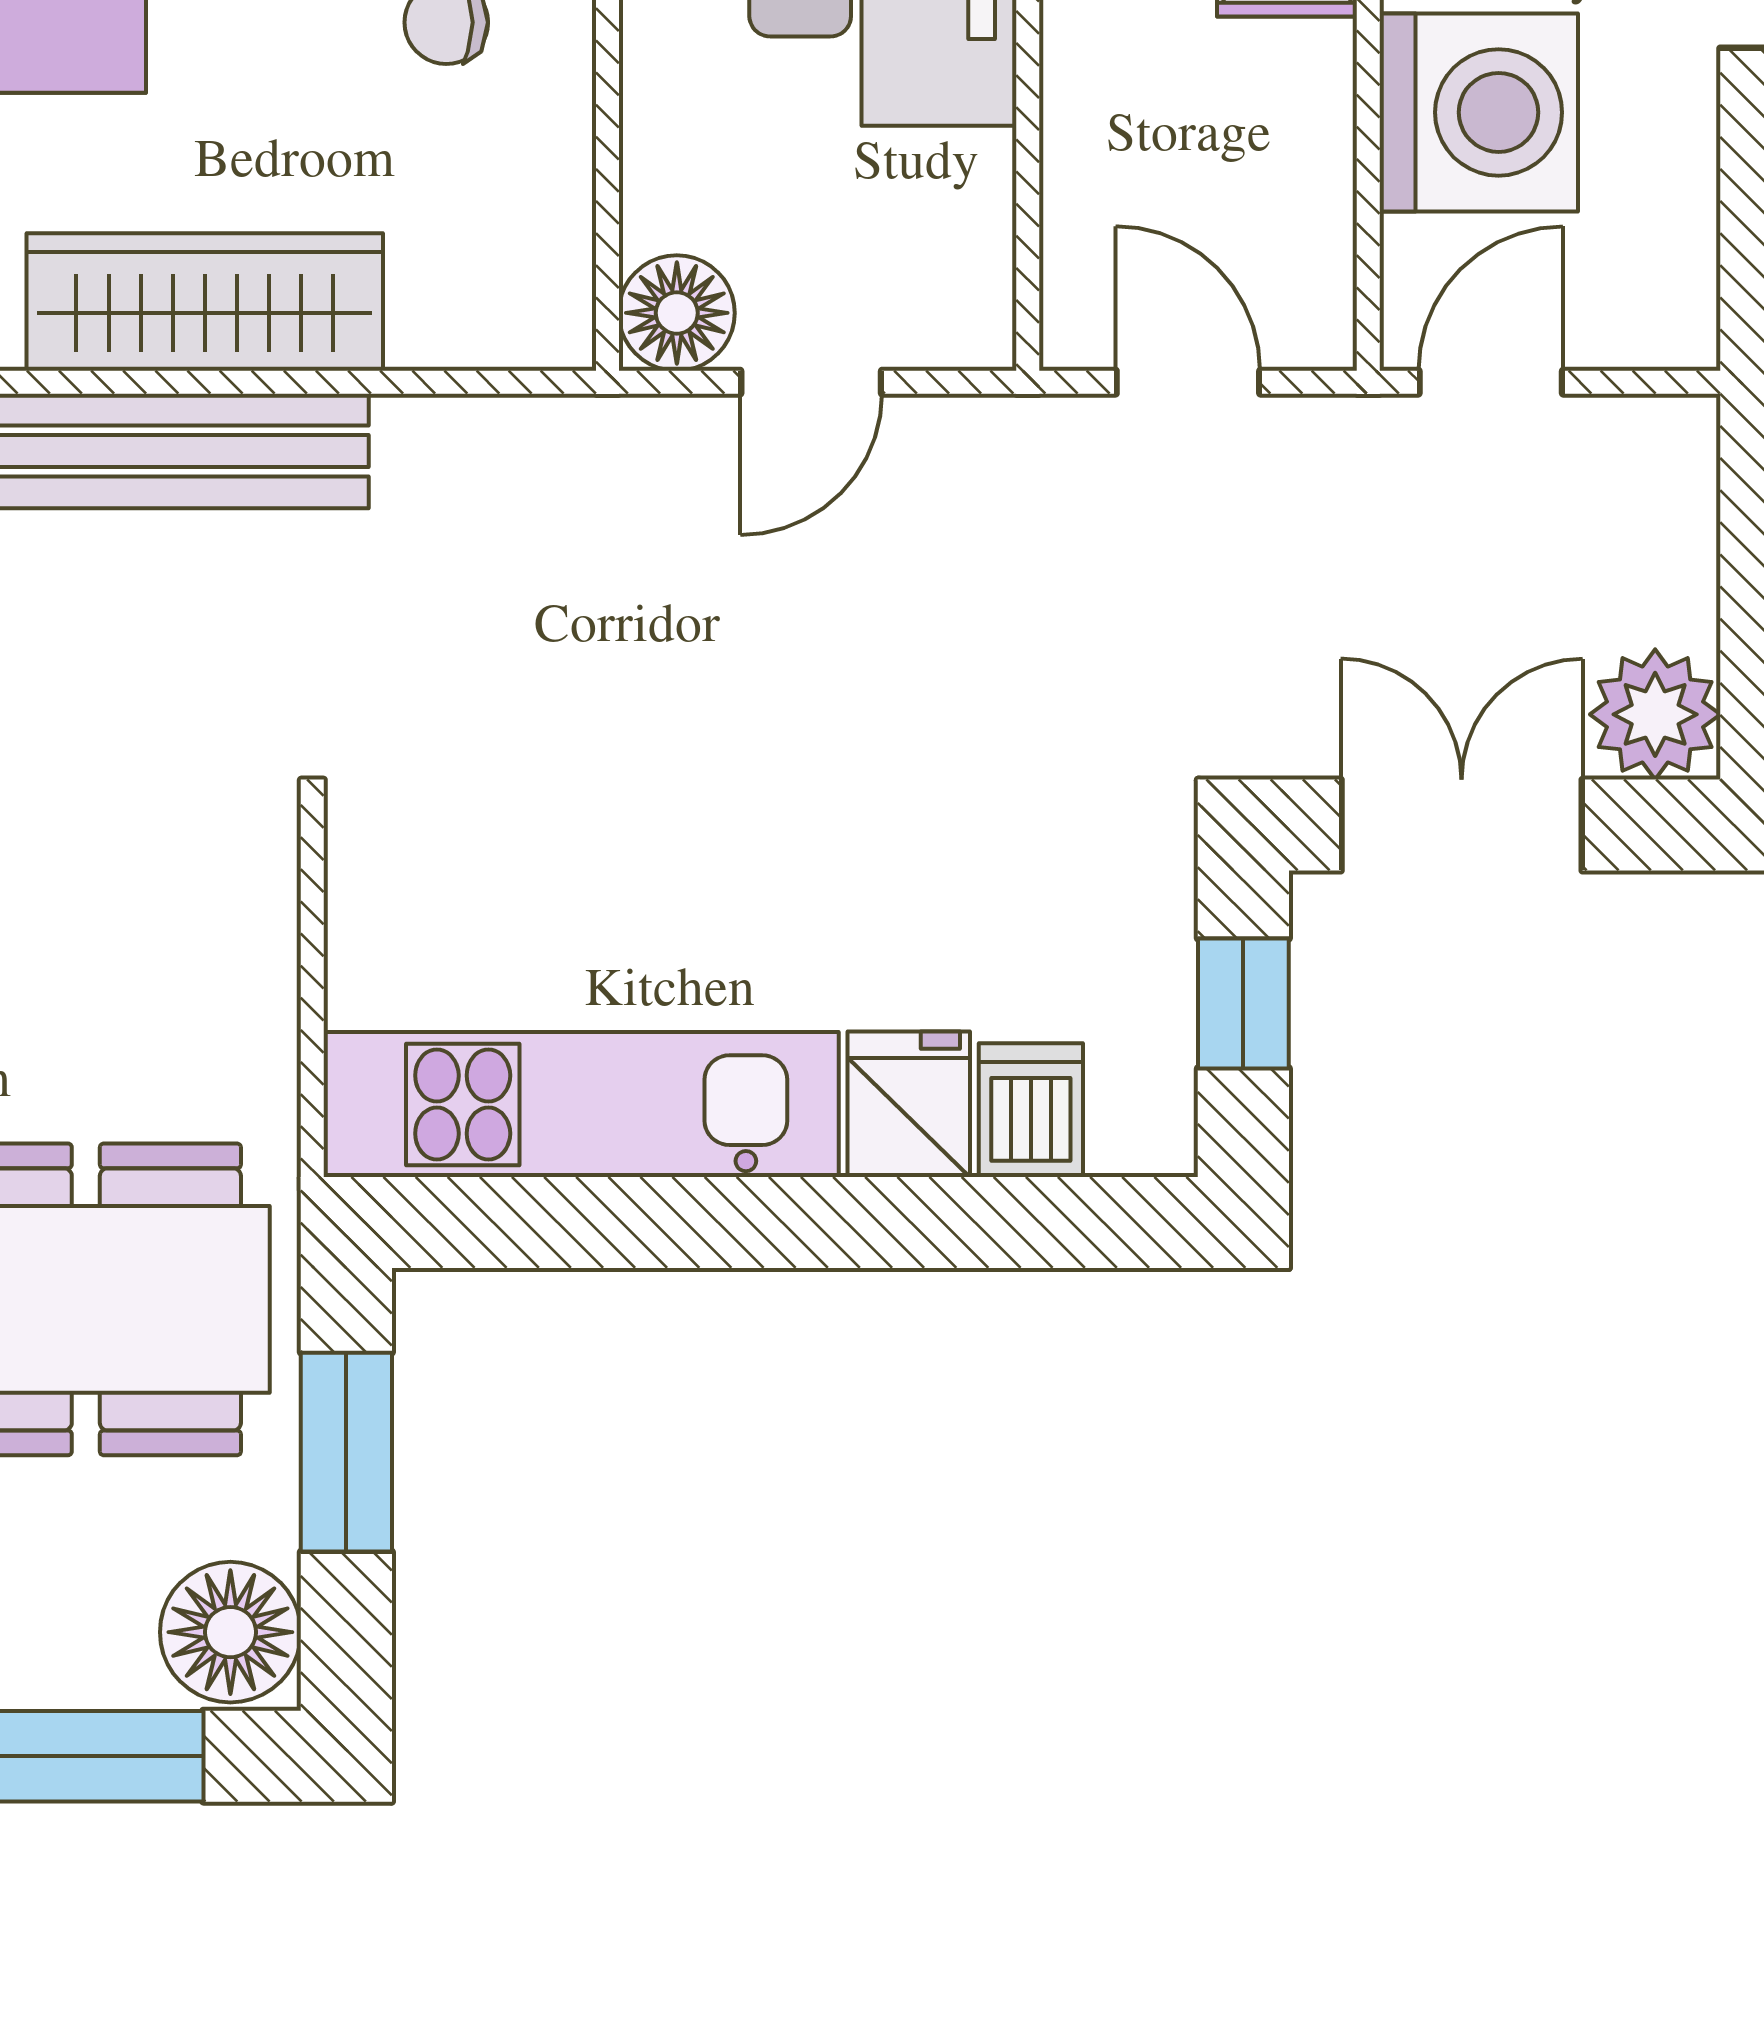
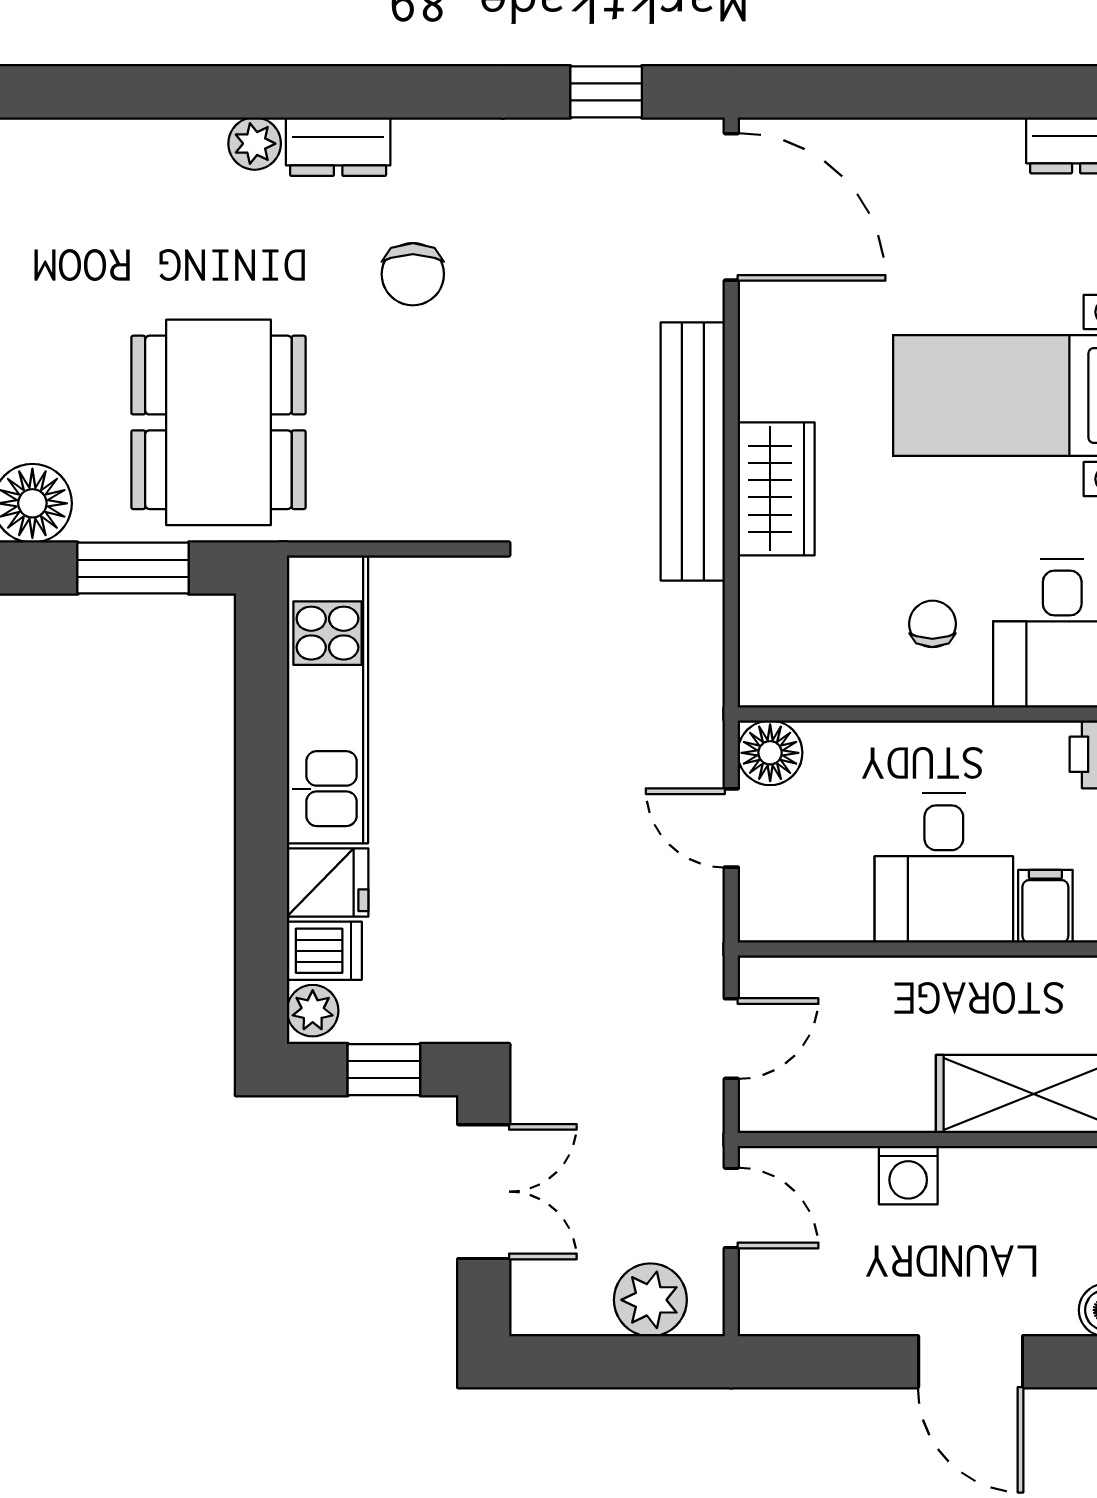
washing machine: (1479, 112) -> (908, 1175), width x0.53, depth x0.53
wardrobe: (205, 302) -> (776, 489), width x0.67
plant: (1655, 714) -> (650, 1300), moved
plant: (1138, 1131) -> (313, 1011), added

